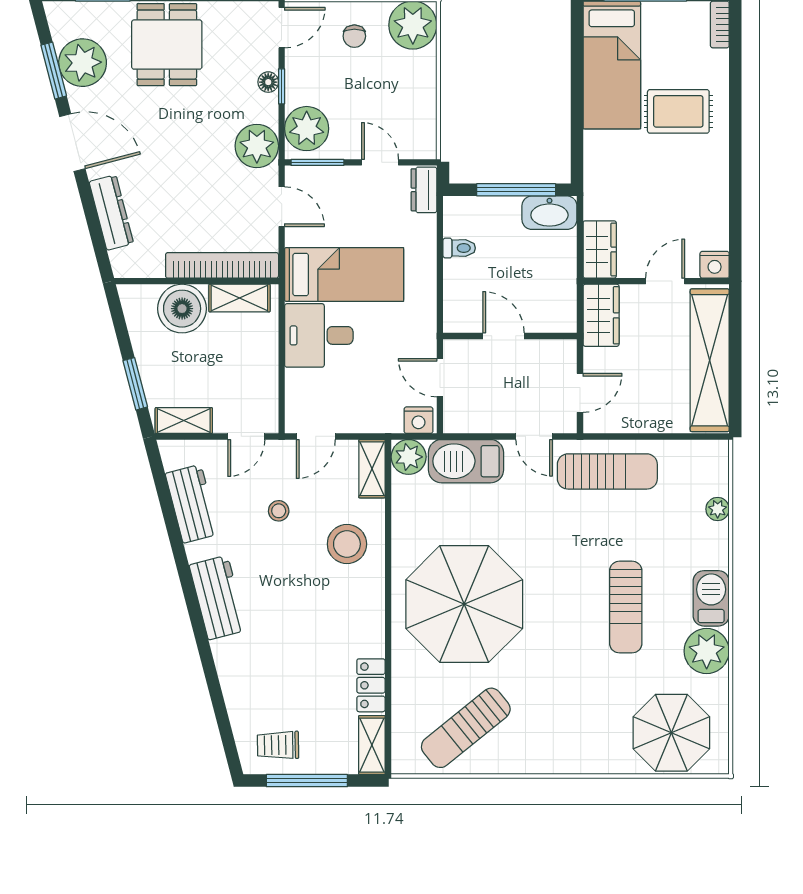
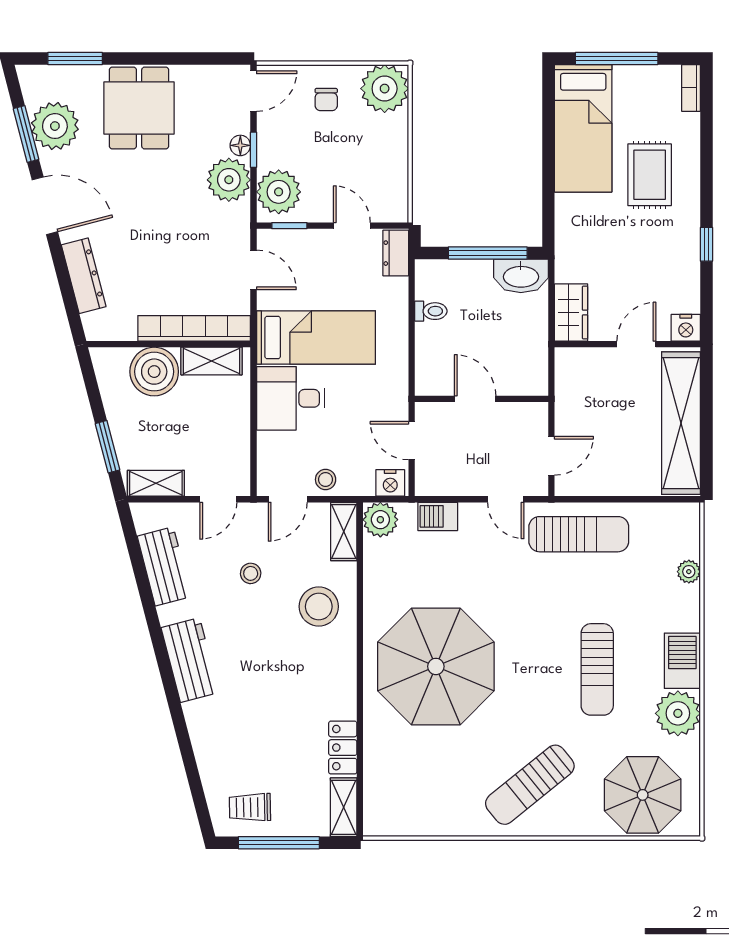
rug: (678, 111) -> (650, 175), turned 90
plant: (257, 146) -> (229, 180), moved
window: (317, 162) -> (289, 226), width x0.67
window: (735, 181) -> (706, 244), added
wardrobe: (601, 315) -> (572, 378), removed
stool: (354, 417) -> (326, 480), added
barbecue: (466, 461) -> (438, 516), width x0.53, depth x0.65
sun lounger: (466, 728) -> (530, 785), moved

